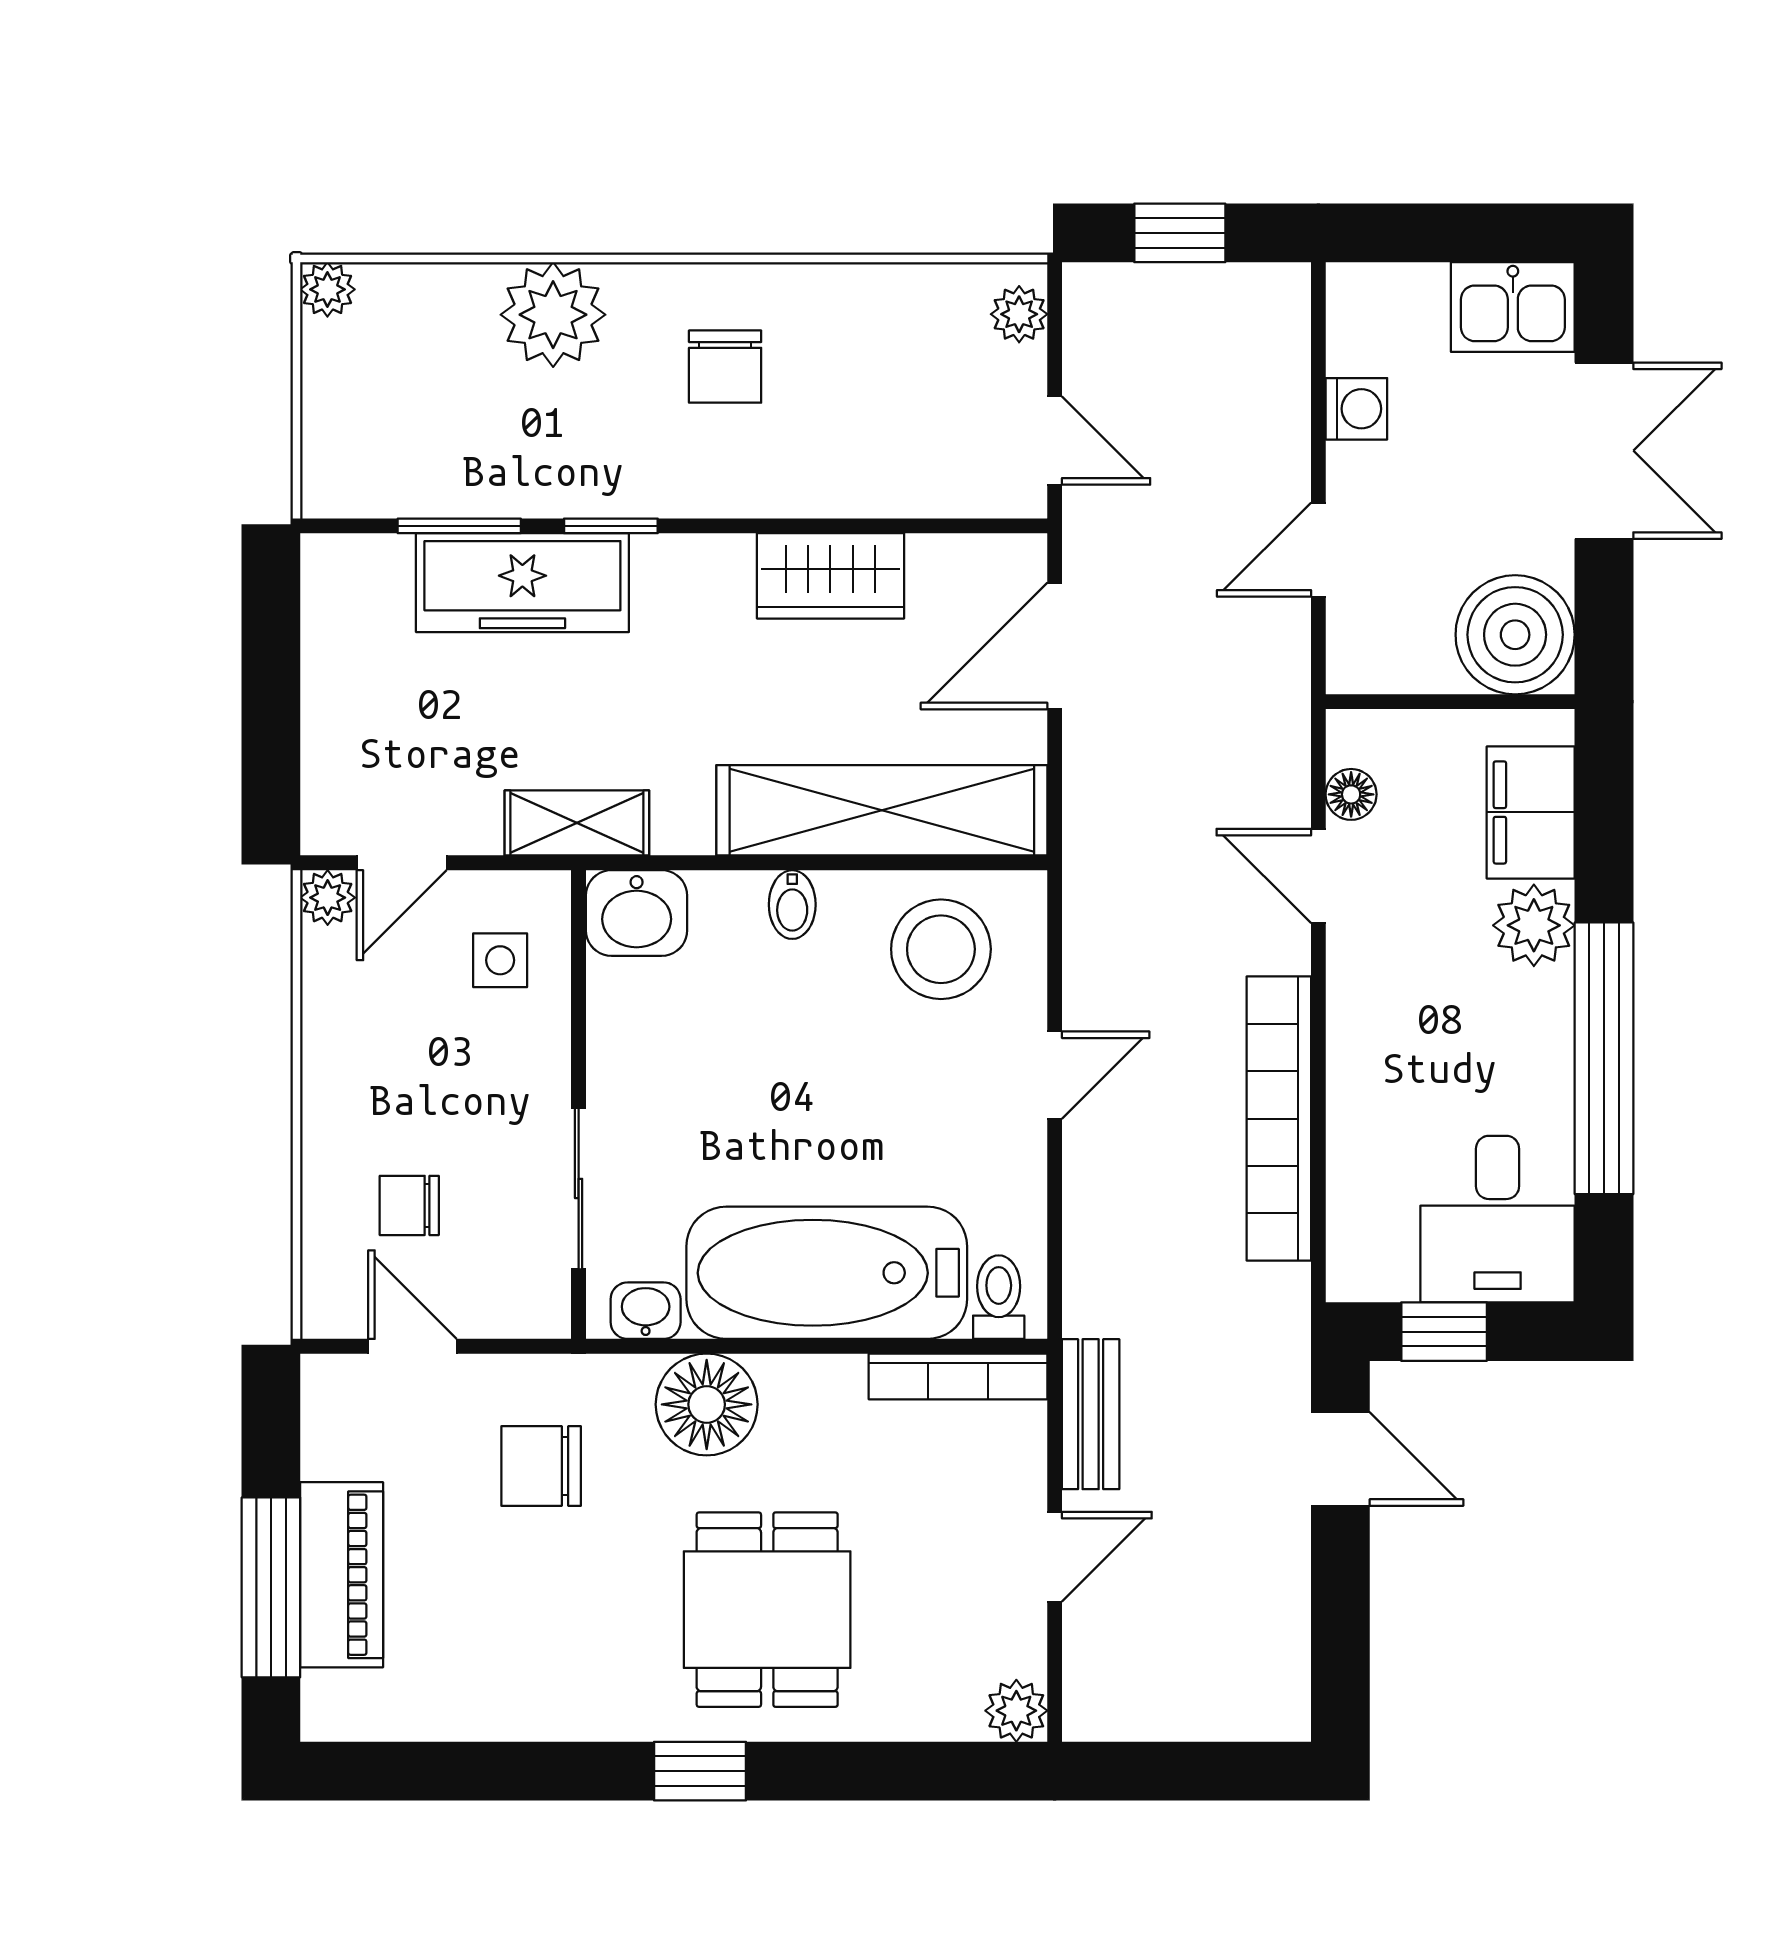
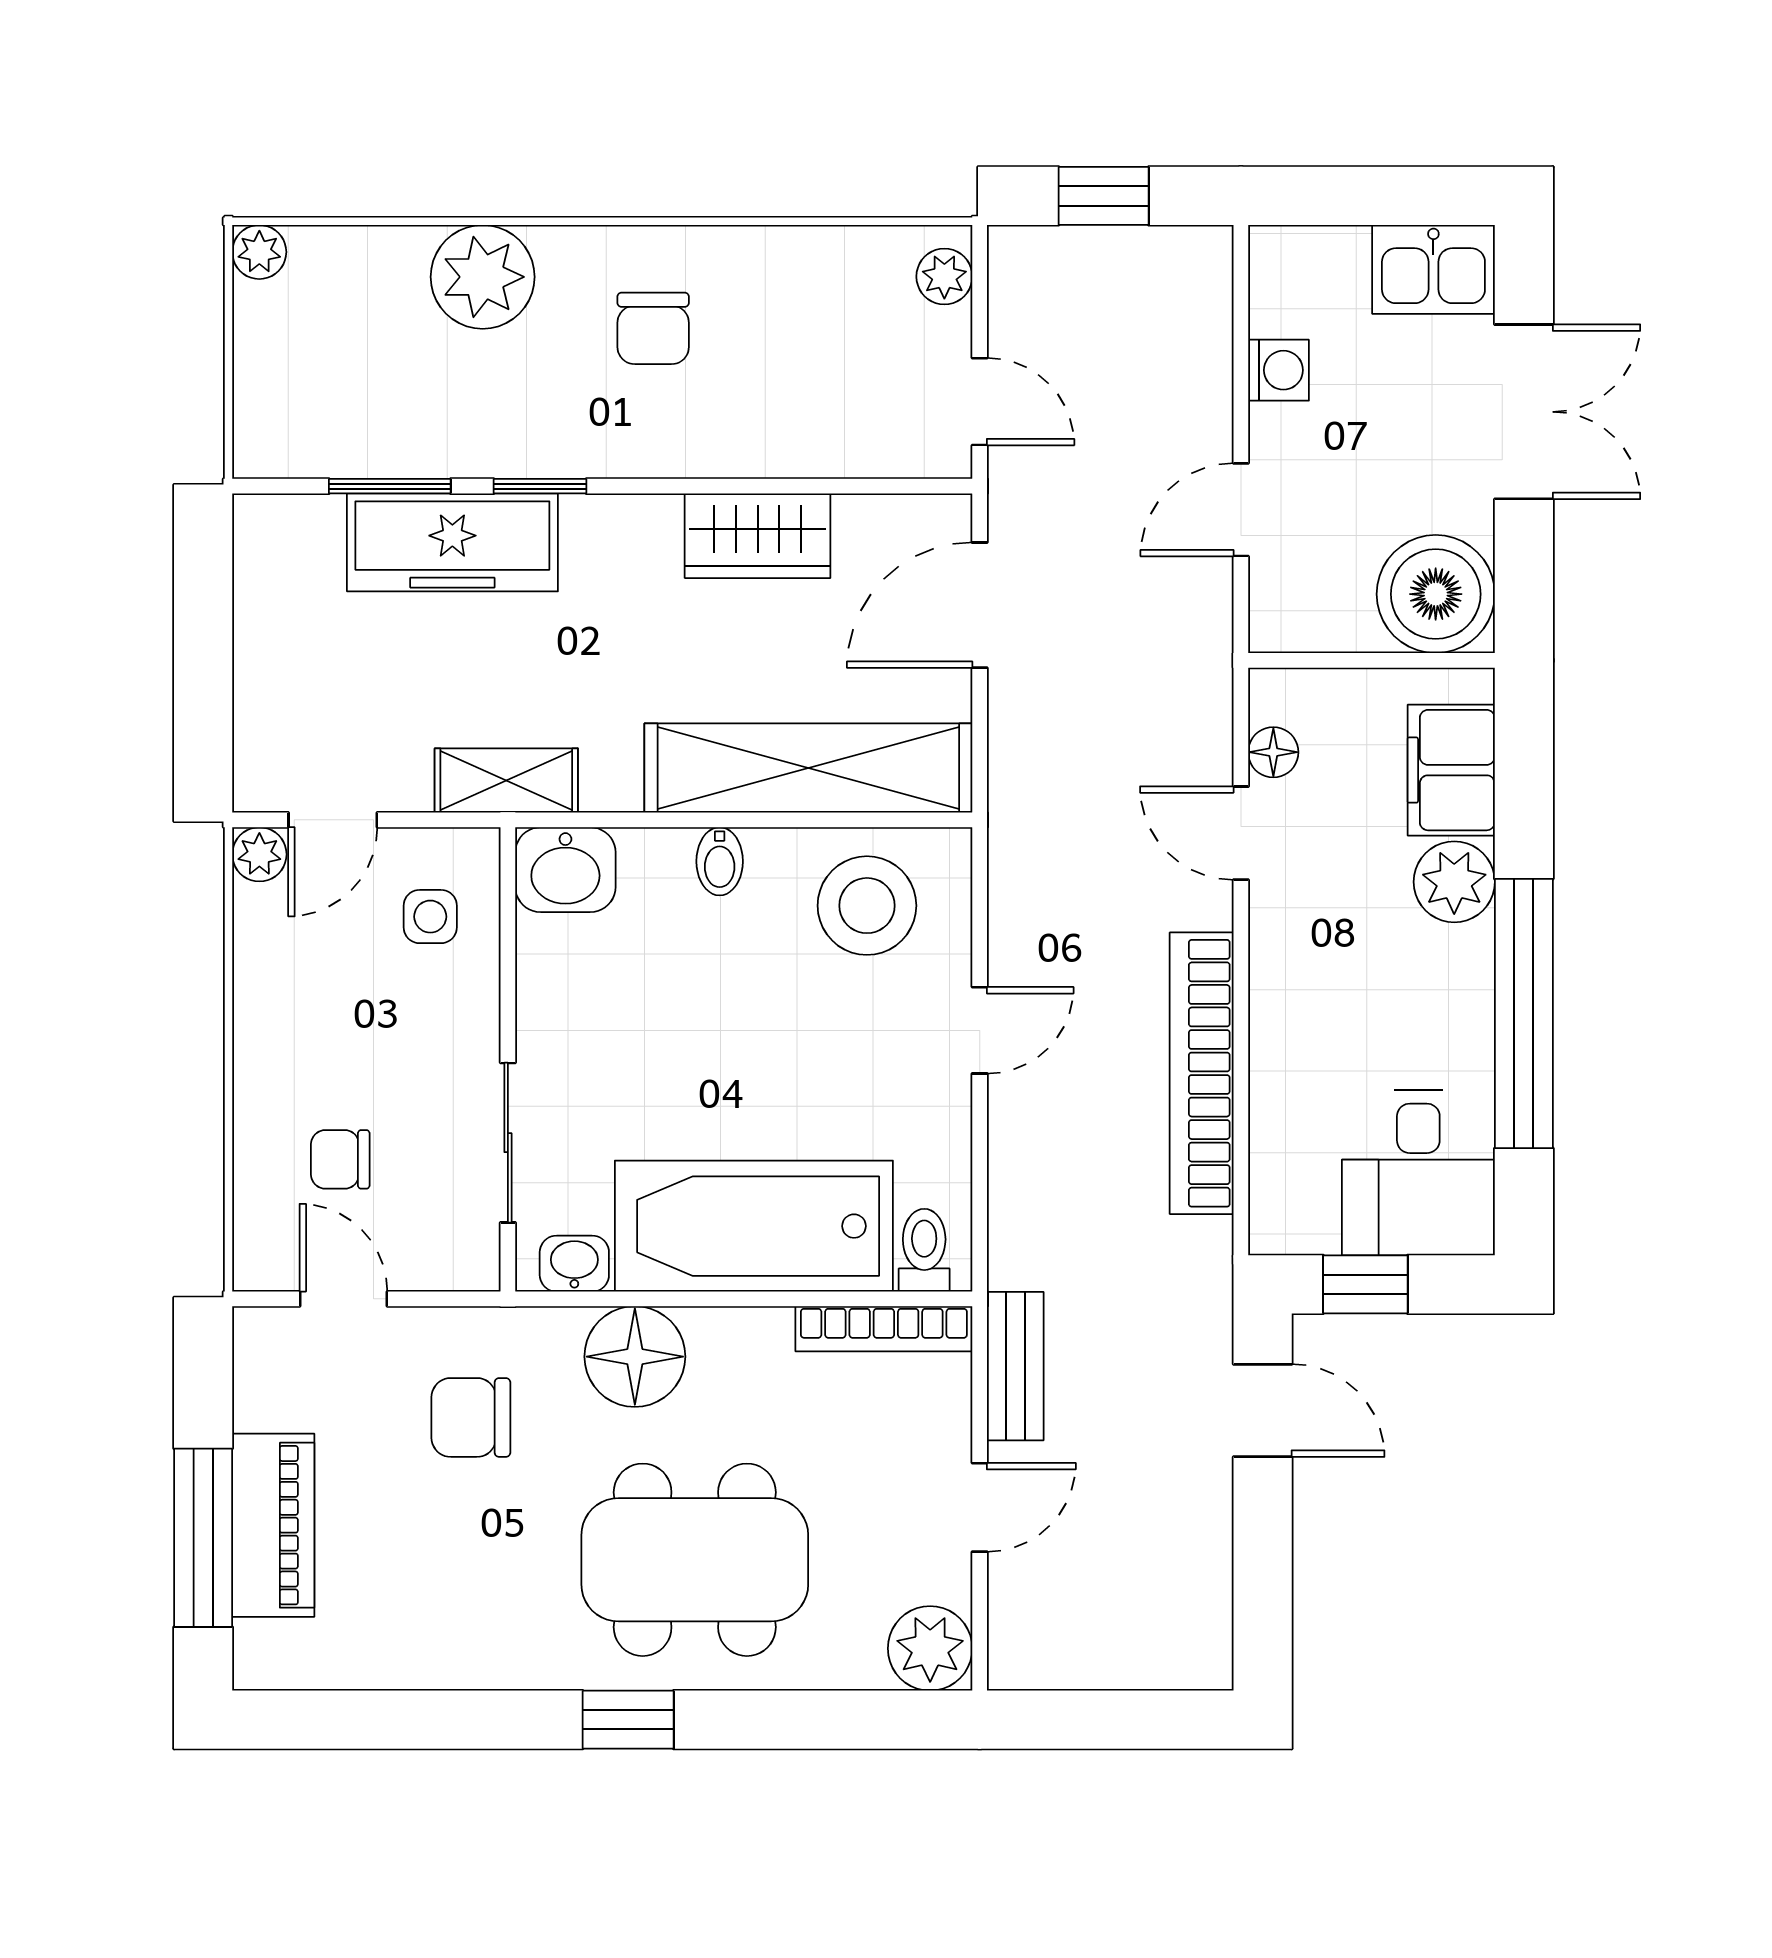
dining table: (767, 1610) -> (695, 1560), width x1.38
plant: (1016, 1711) -> (930, 1648), width x1.38, depth x1.38

